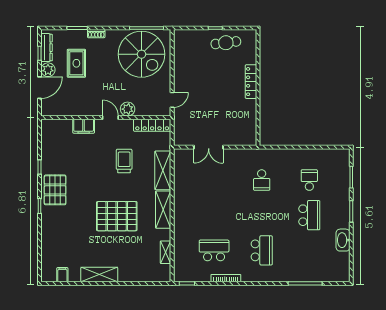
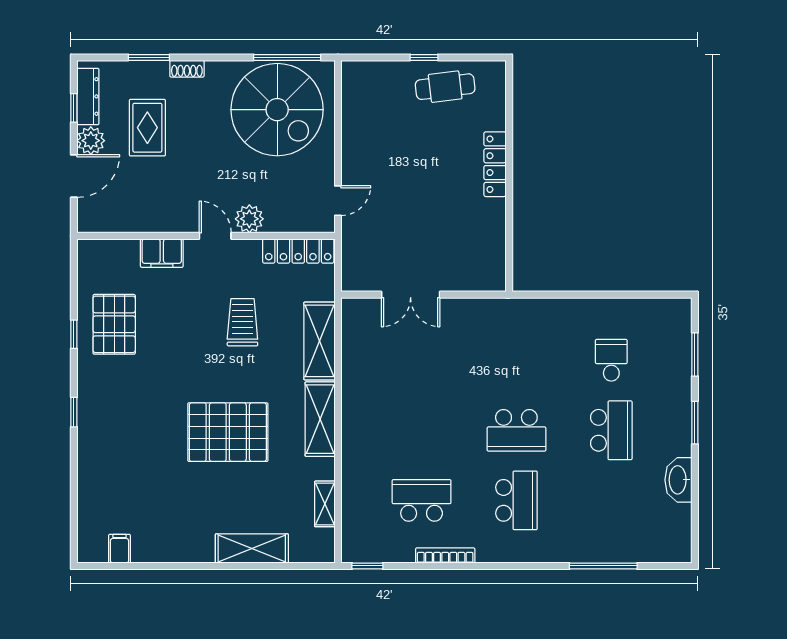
school desk: (262, 180) -> (516, 430), moved, width x1.85
pallet: (55, 190) -> (114, 324), moved
shelving: (99, 275) -> (252, 548), moved

